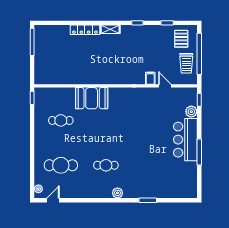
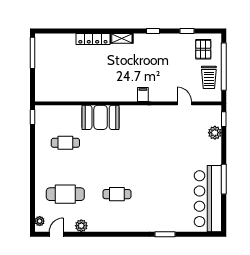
filing cabinet: (150, 78) -> (143, 94), moved
bar counter: (185, 140) -> (208, 199), moved, width x1.36
plant: (117, 193) -> (81, 226), moved

